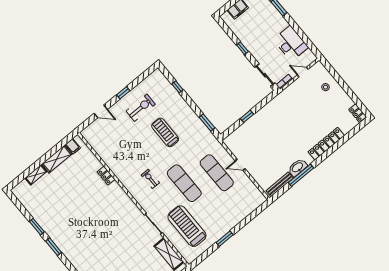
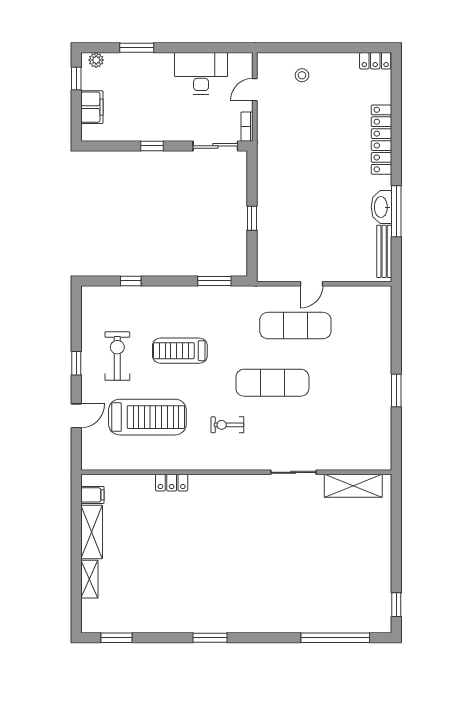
treadmill: (187, 226) -> (147, 417), moved, turned 180
window: (37, 227) -> (117, 638), moved

